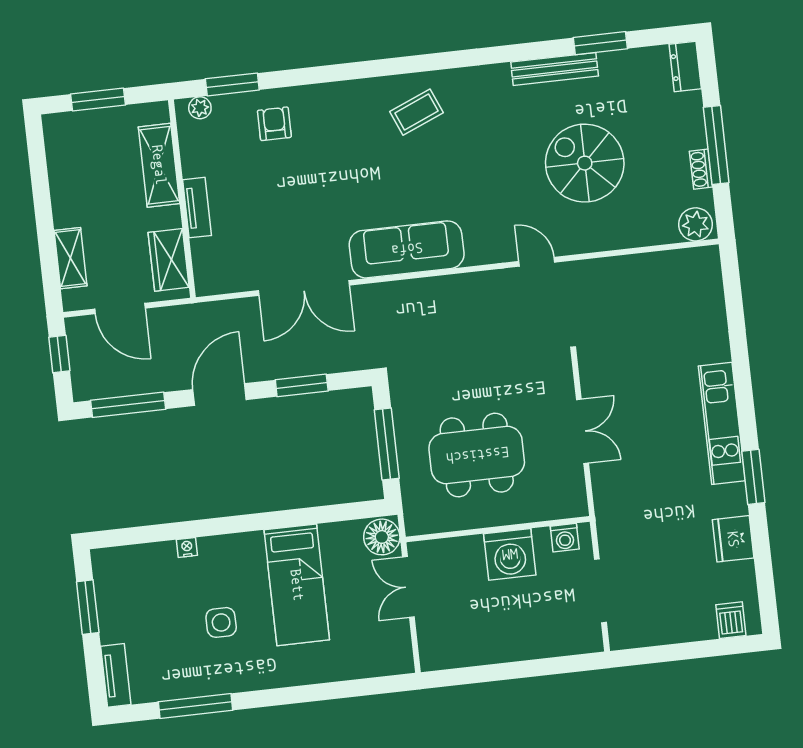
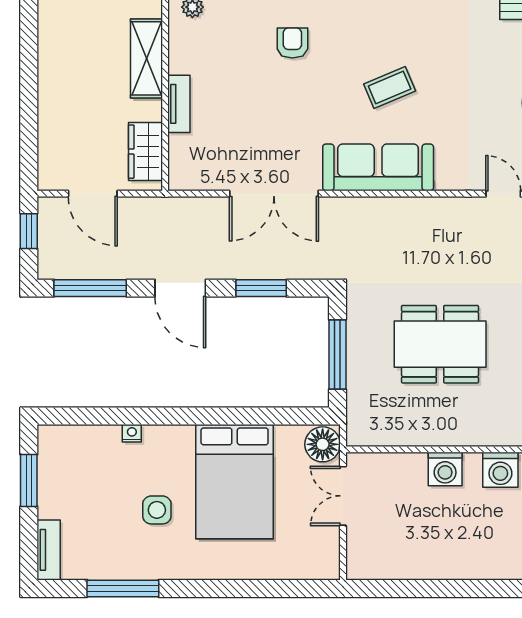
coffee table: (417, 112) -> (390, 88), moved
armchair: (274, 124) -> (292, 43), moved
shelving: (70, 258) -> (50, 139), removed
door: (220, 395) -> (180, 288), swing flipped
dining table: (477, 455) -> (440, 344), moved
washing machine: (565, 538) -> (500, 470), width x1.38, depth x1.38
washing machine: (510, 554) -> (445, 469), width x0.73, depth x0.73
bed: (297, 585) -> (235, 482), width x1.50

